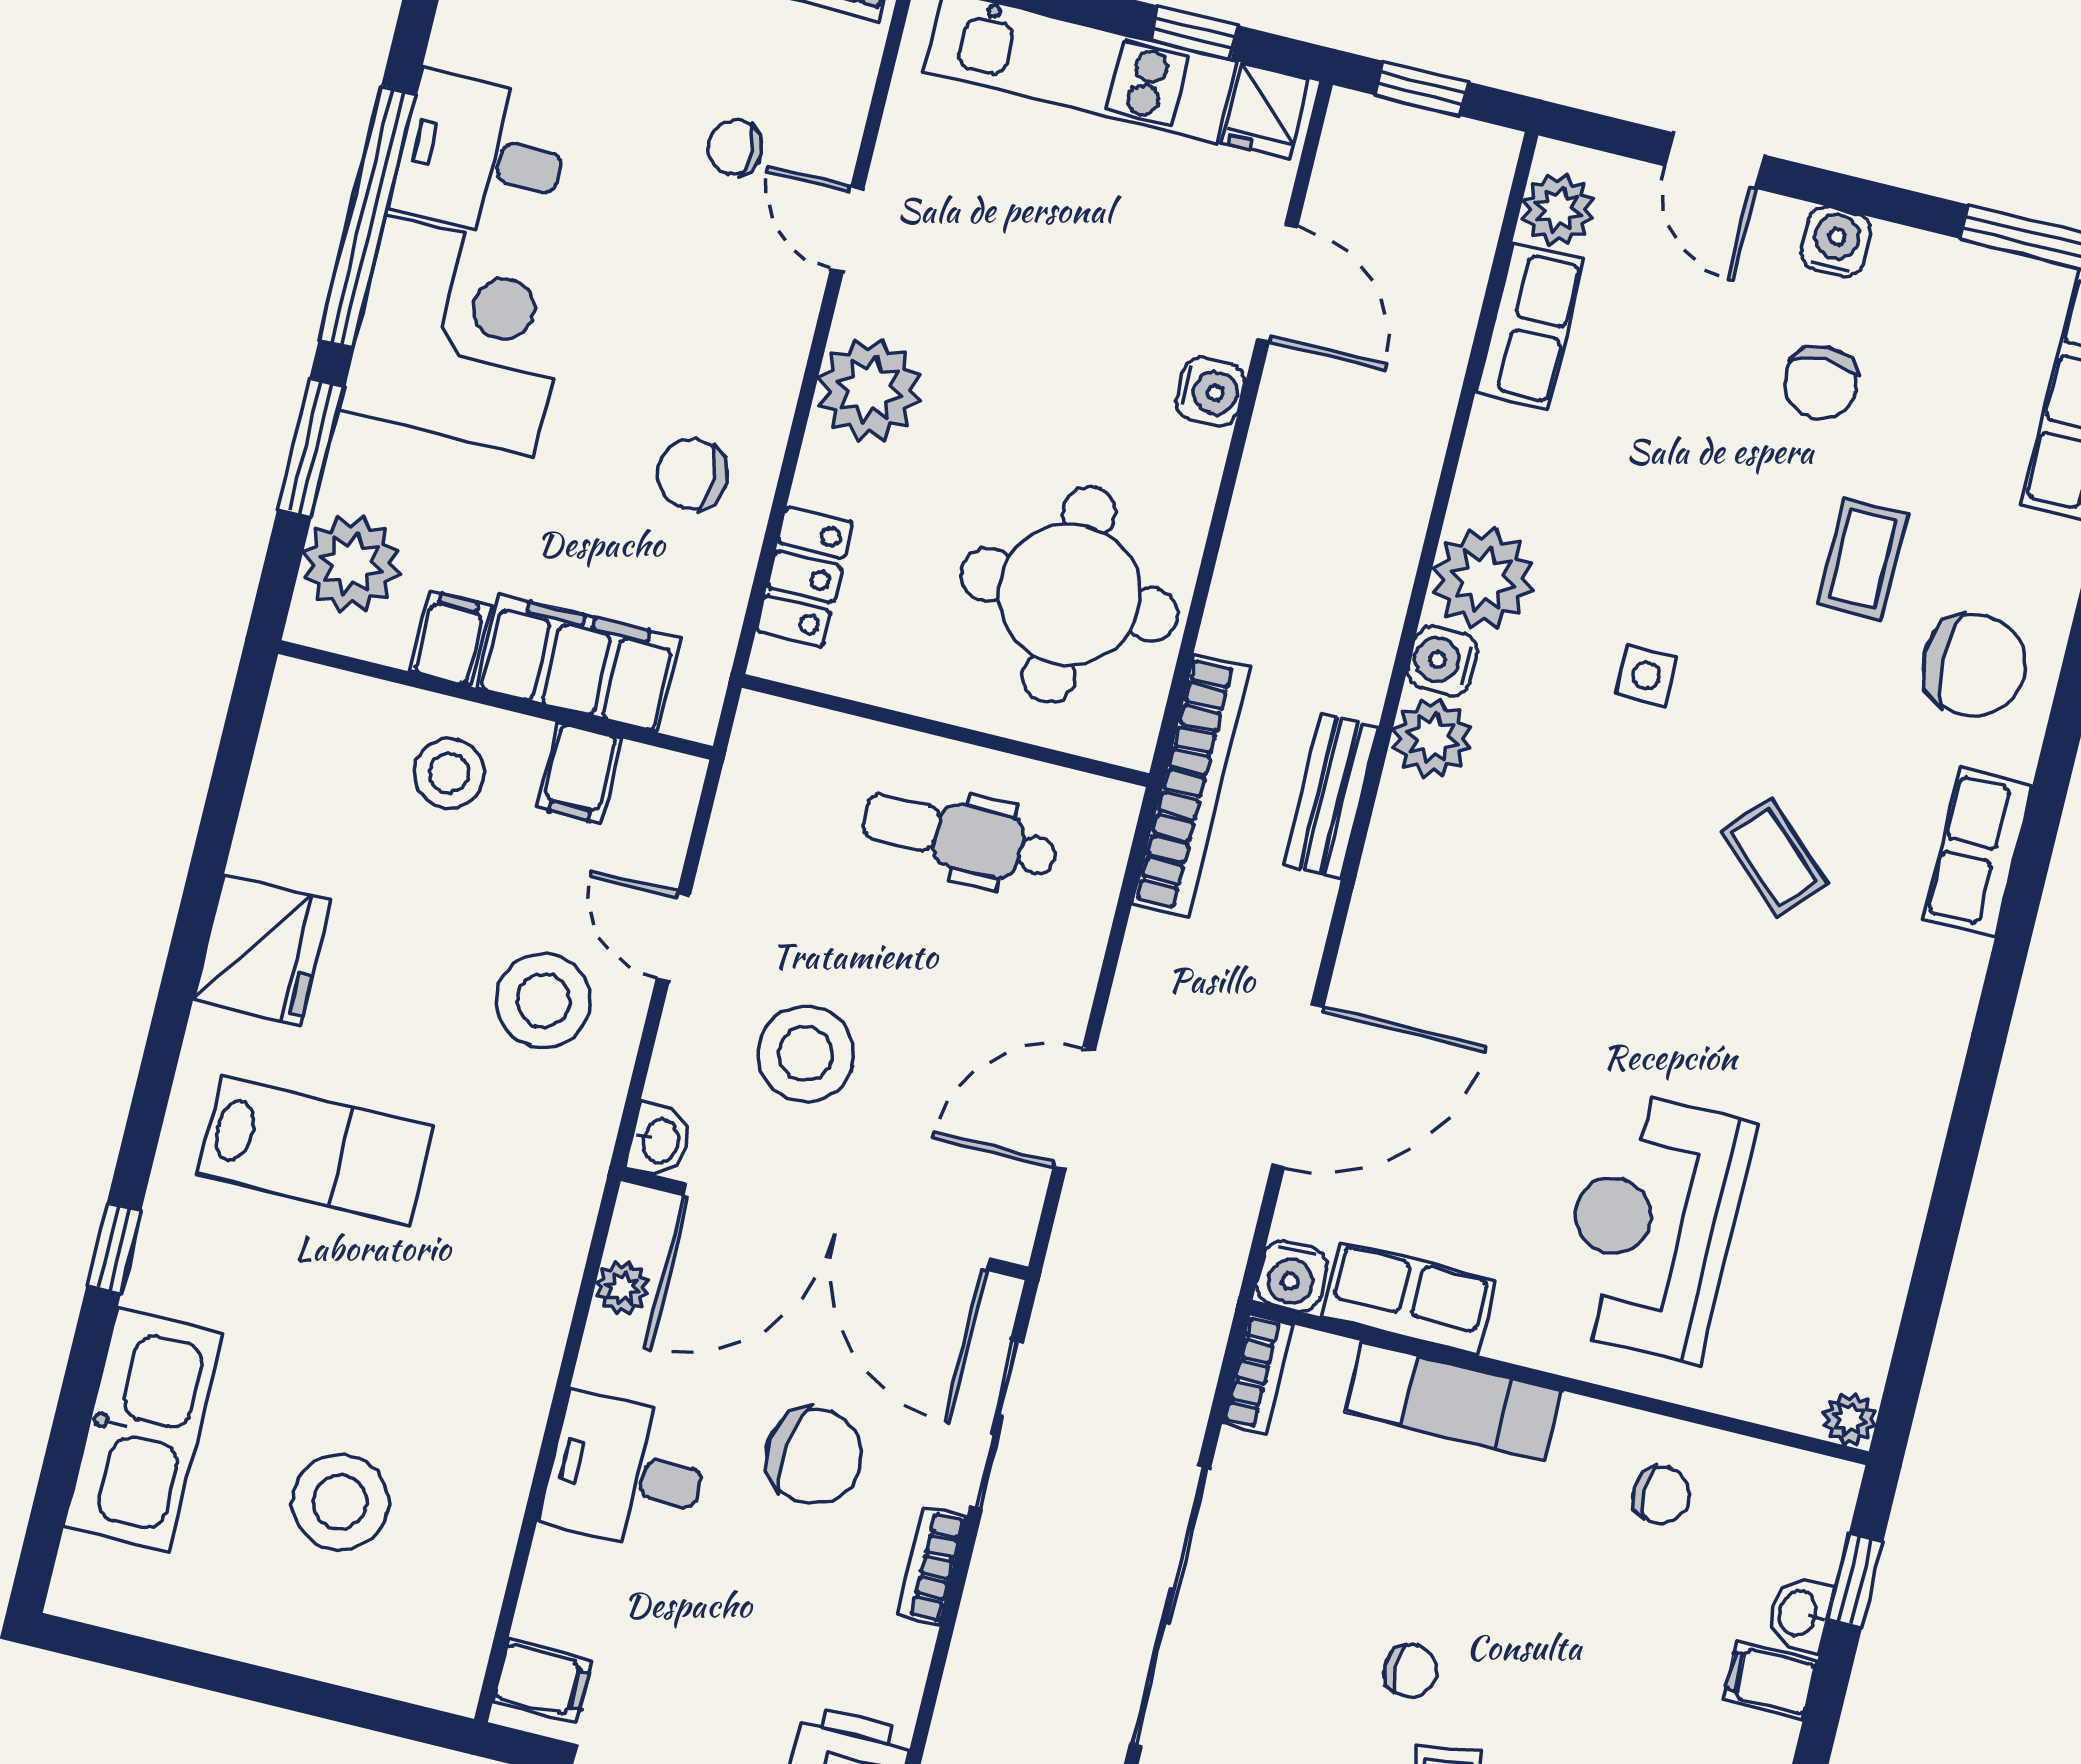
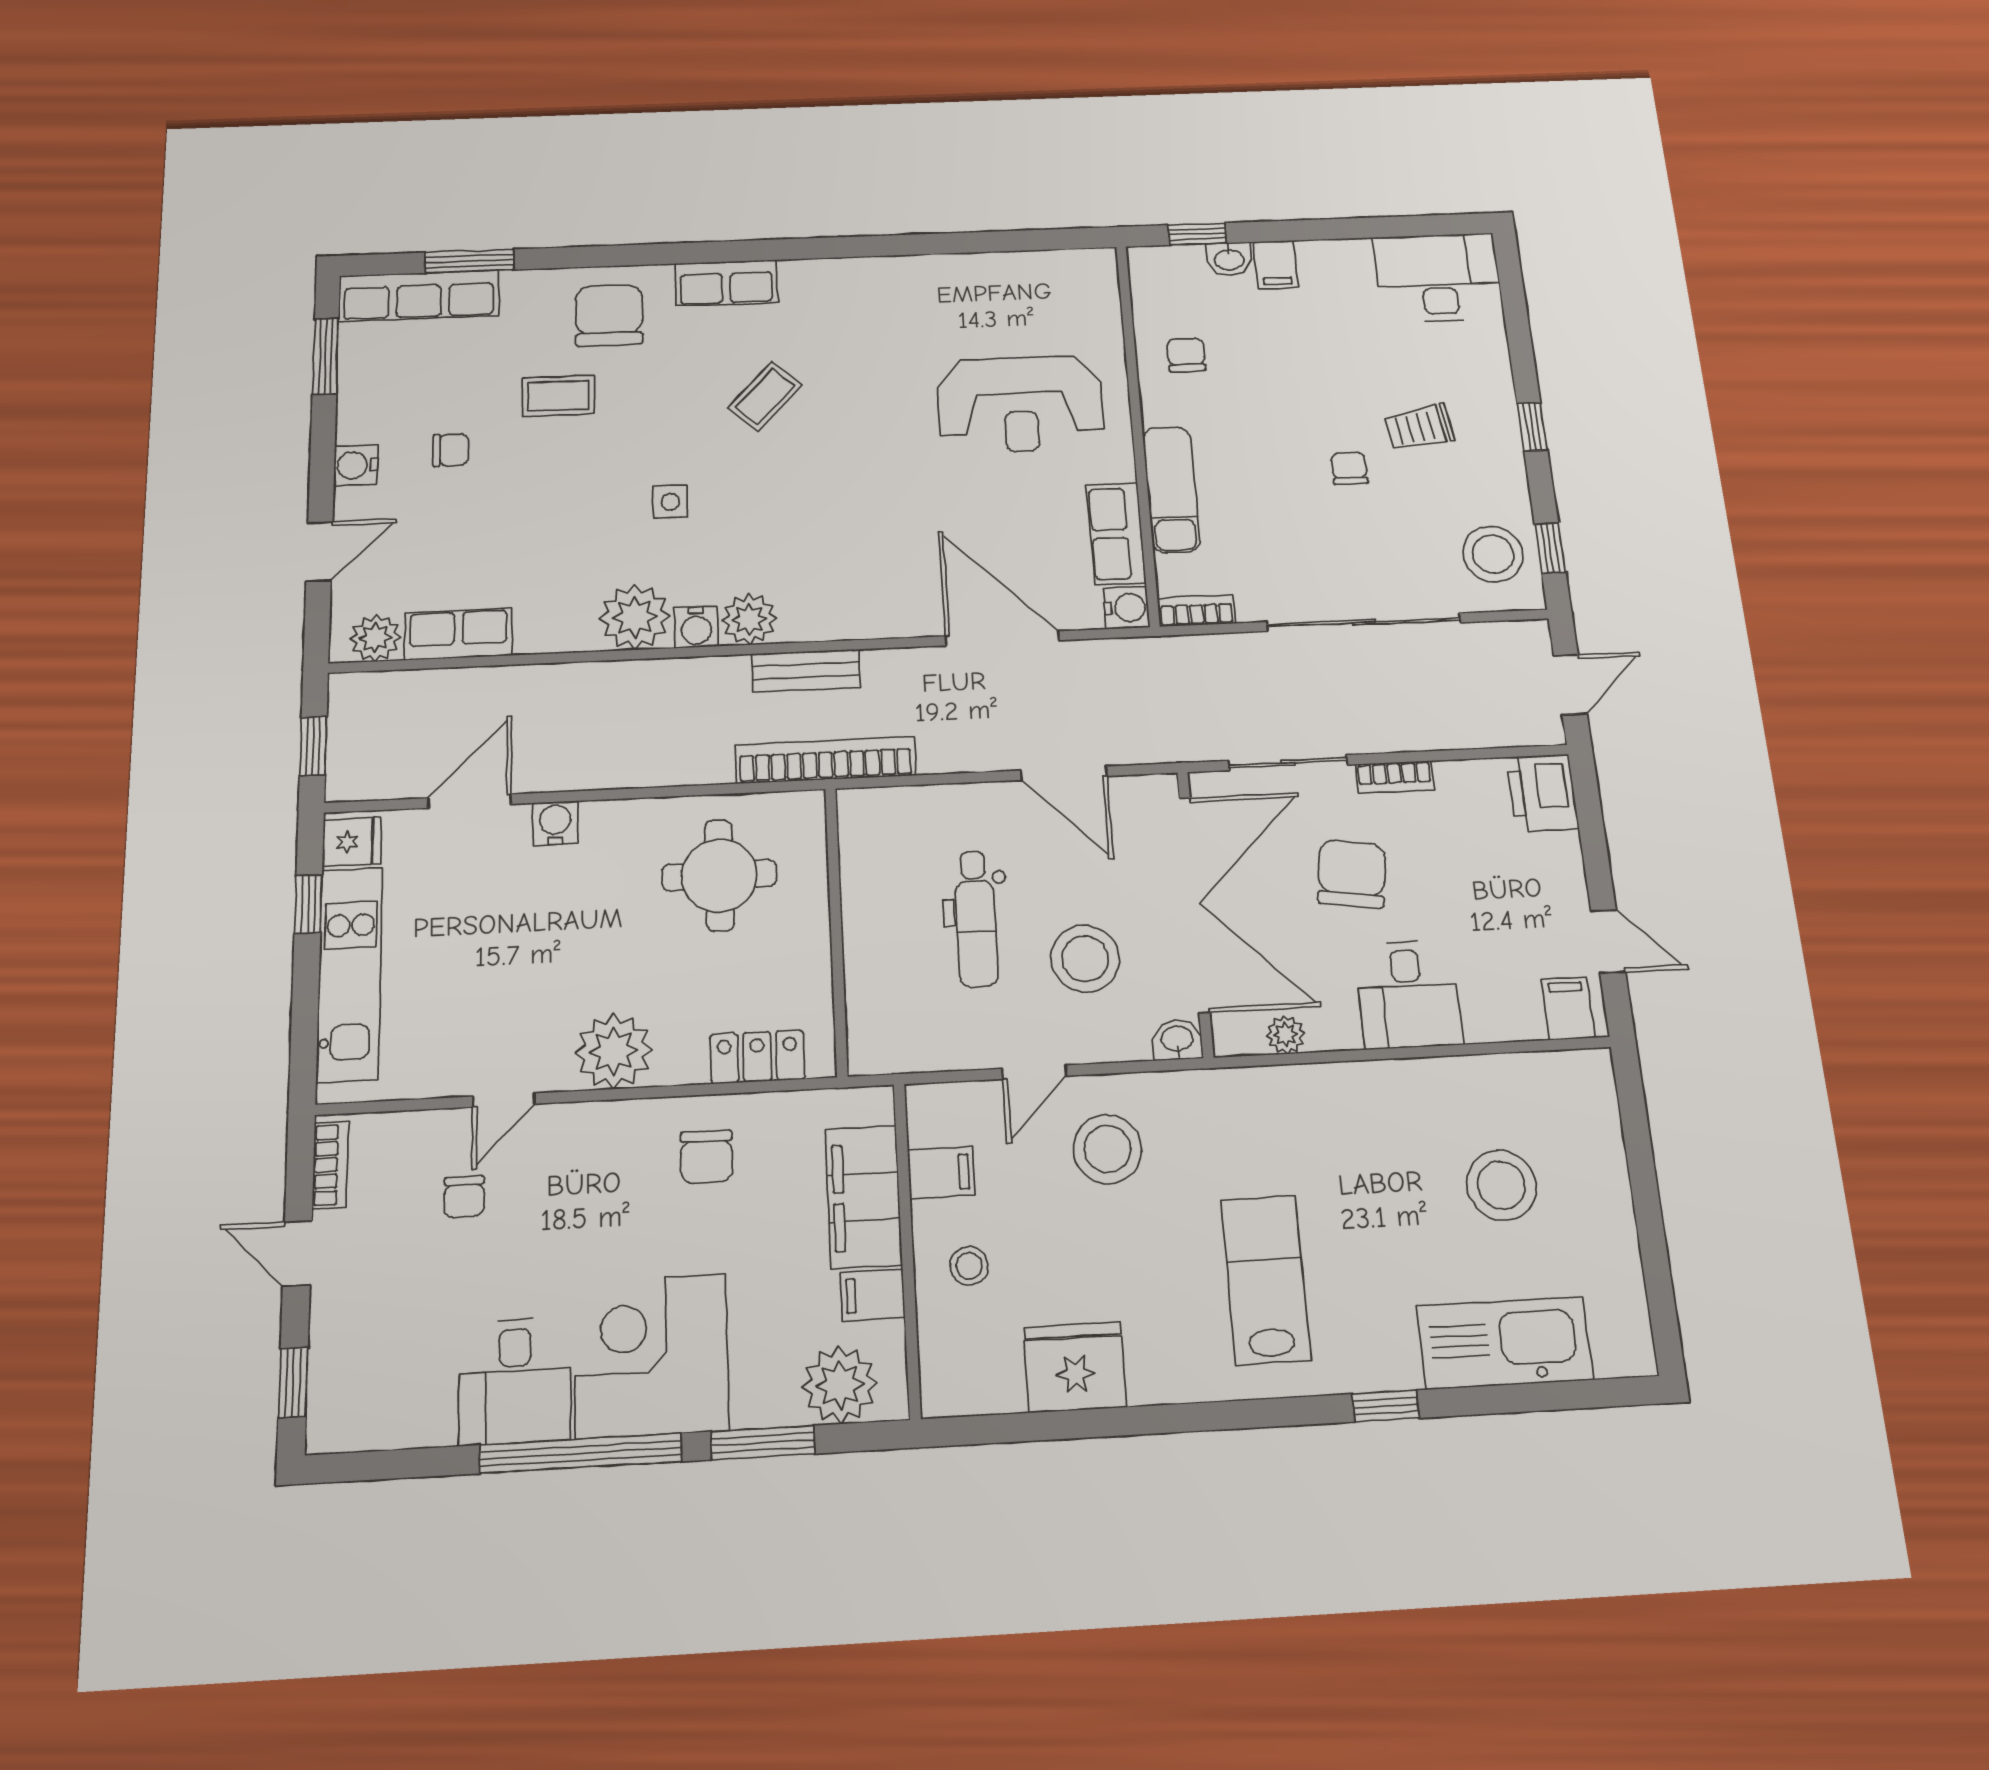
chair: (1821, 383) -> (451, 450), width x0.73, depth x0.73
round table: (1069, 594) -> (719, 875), width x0.73, depth x0.73
stool: (449, 773) -> (969, 1266), width x0.73, depth x0.73
dental chair: (960, 837) -> (976, 918), moved
fridge: (262, 950) -> (1075, 1367), moved
plant: (1849, 1419) -> (1101, 263), removed

